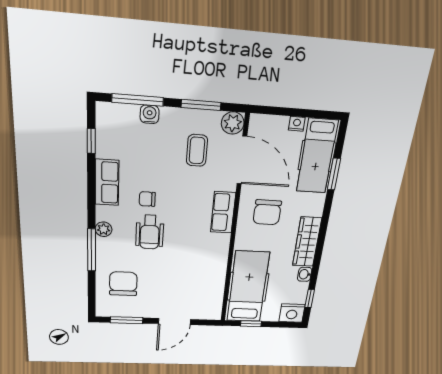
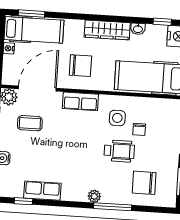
window: (334, 174) -> (32, 14), moved
row of seats: (107, 183) -> (42, 191), moved
chair: (147, 199) -> (139, 129), moved
wheelchair: (150, 232) -> (119, 151), moved
side table: (202, 254) -> (117, 118), added

